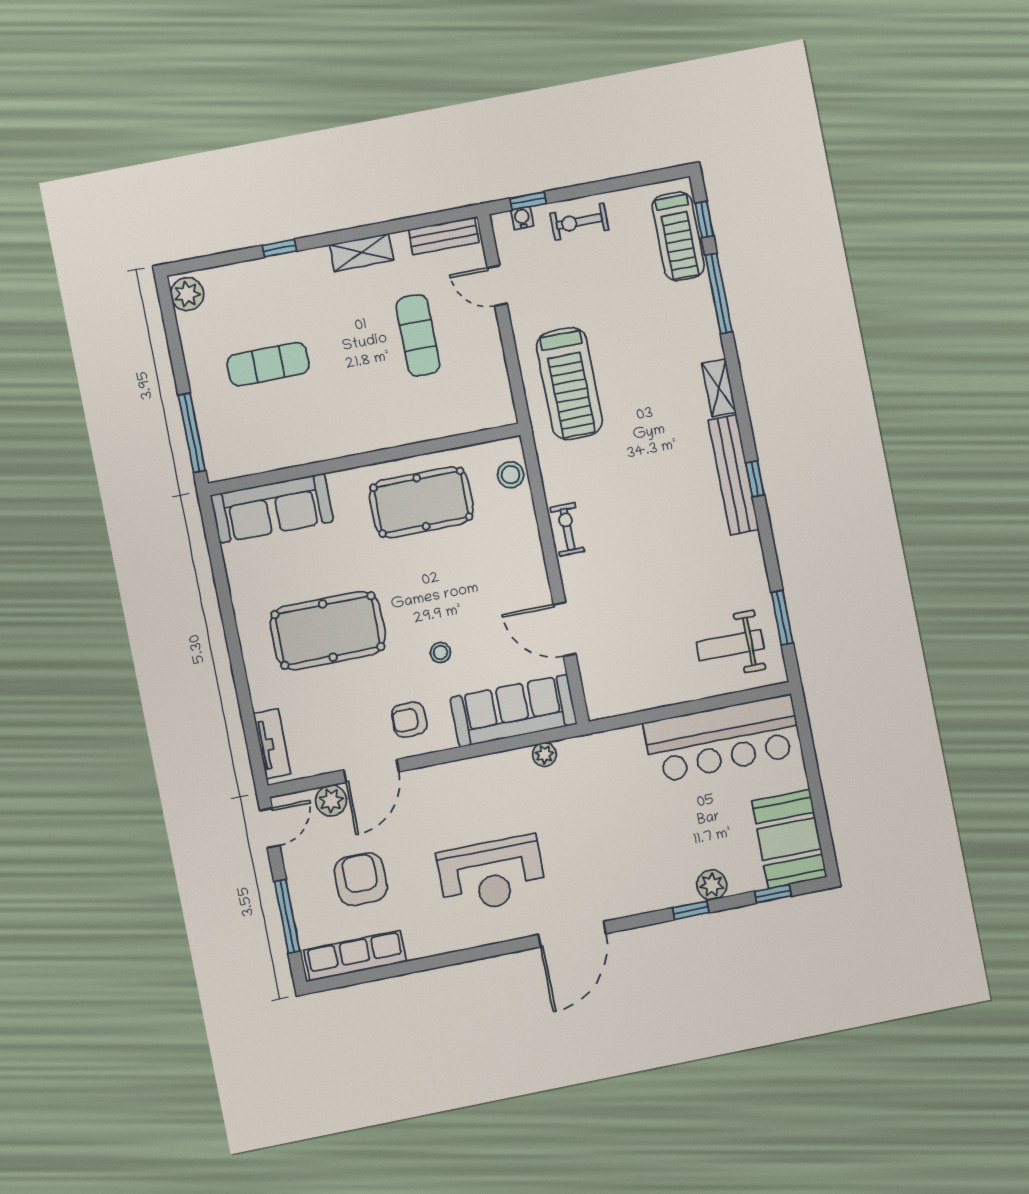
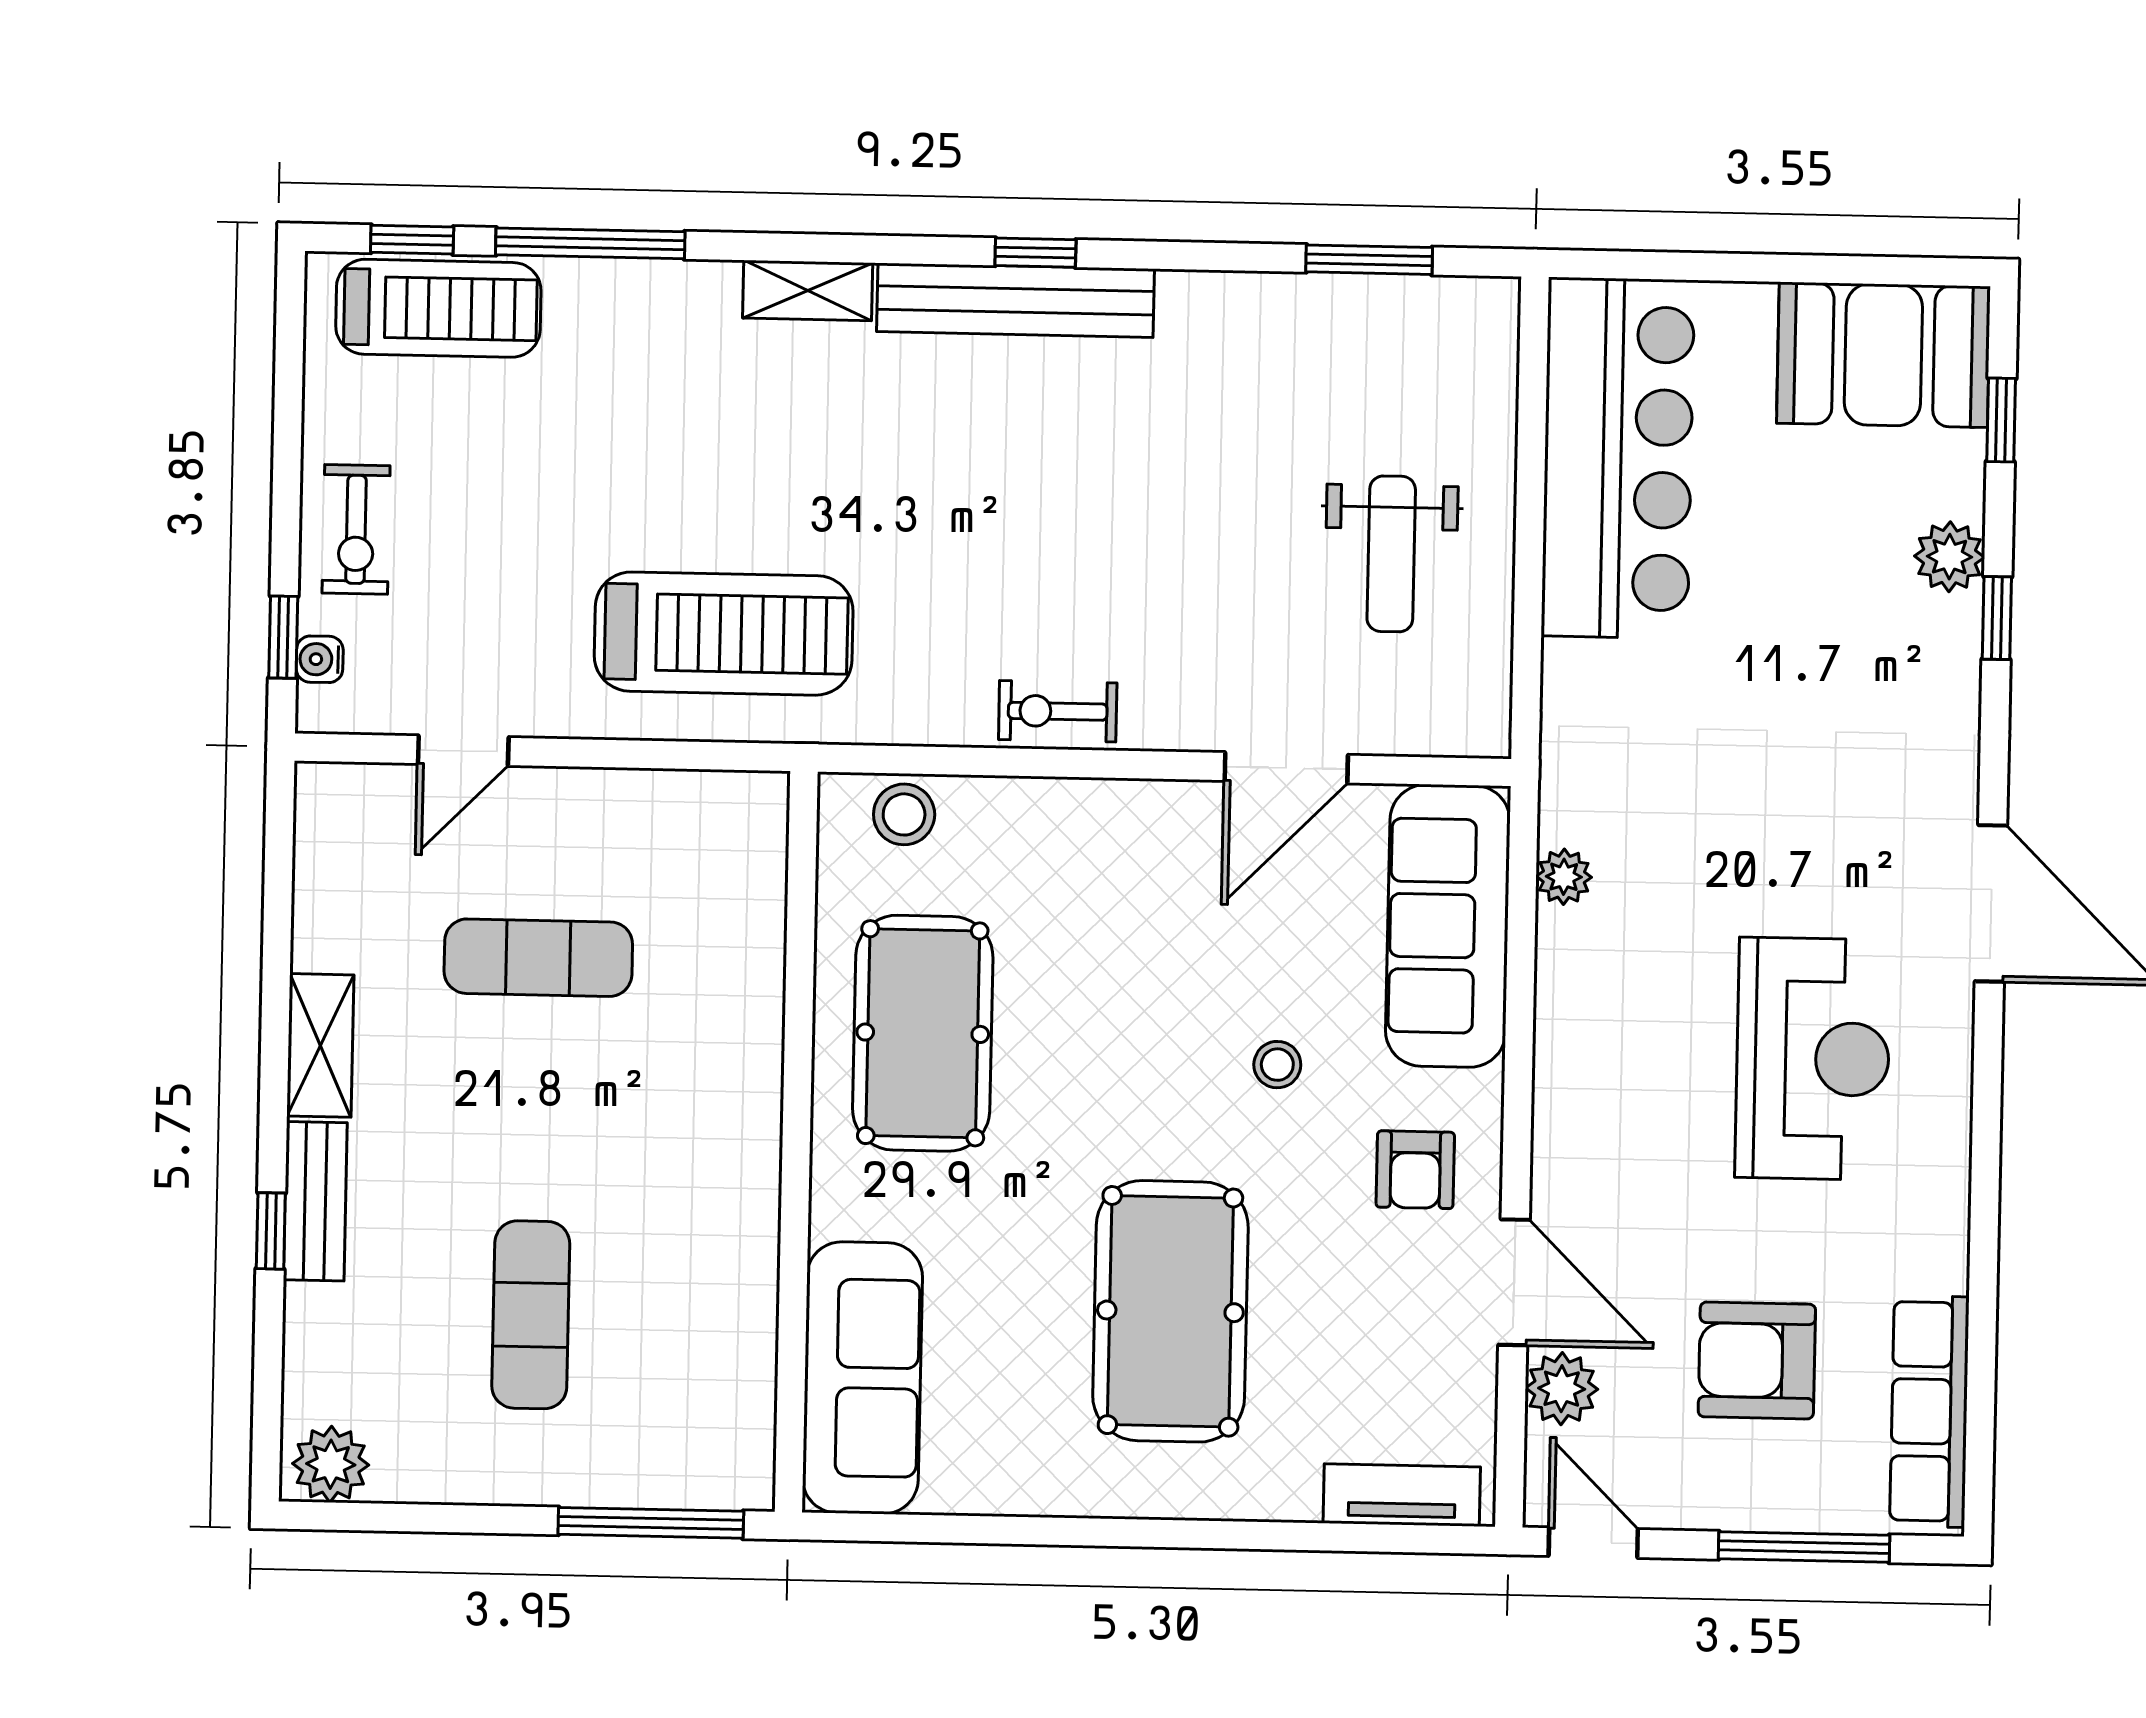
bench: (444, 236) -> (315, 1201), moved
weight bench: (730, 645) -> (1391, 554), moved

